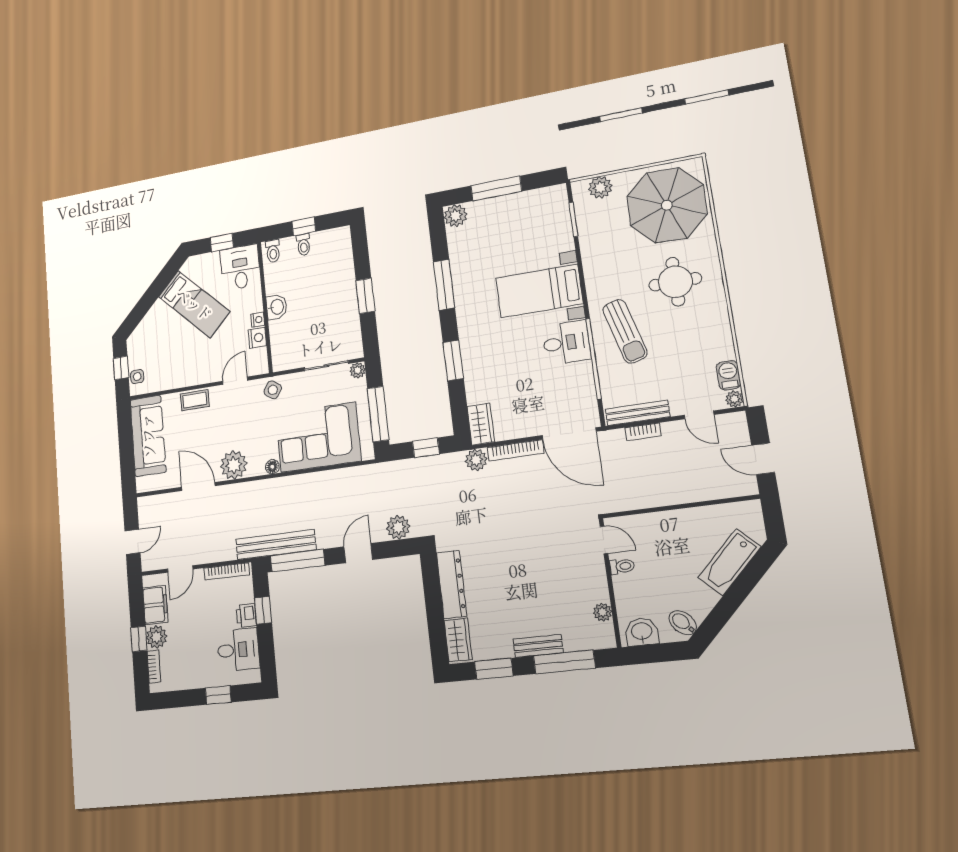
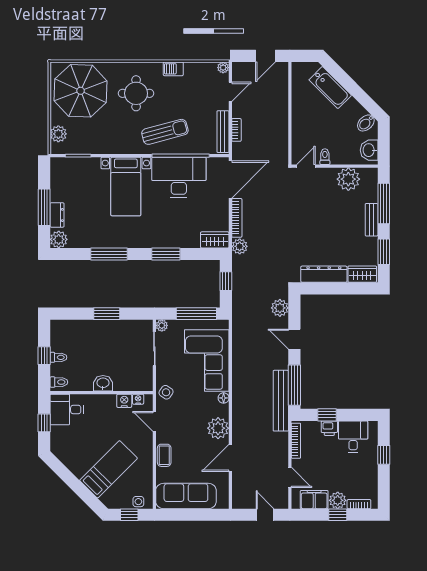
dresser: (488, 207) -> (57, 215), added
bed: (194, 304) -> (109, 469), moved
nightstand: (258, 320) -> (138, 399), moved
desk: (566, 343) -> (179, 177), width x1.87, depth x1.30
barbecue: (728, 375) -> (173, 69), moved
plant: (603, 612) -> (348, 179), width x1.88, depth x1.88

